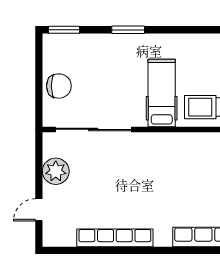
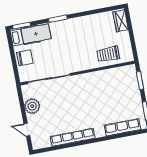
hospital bed: (162, 93) -> (31, 35), moved, turned 90
door: (39, 210) -> (27, 130), hinge flipped

